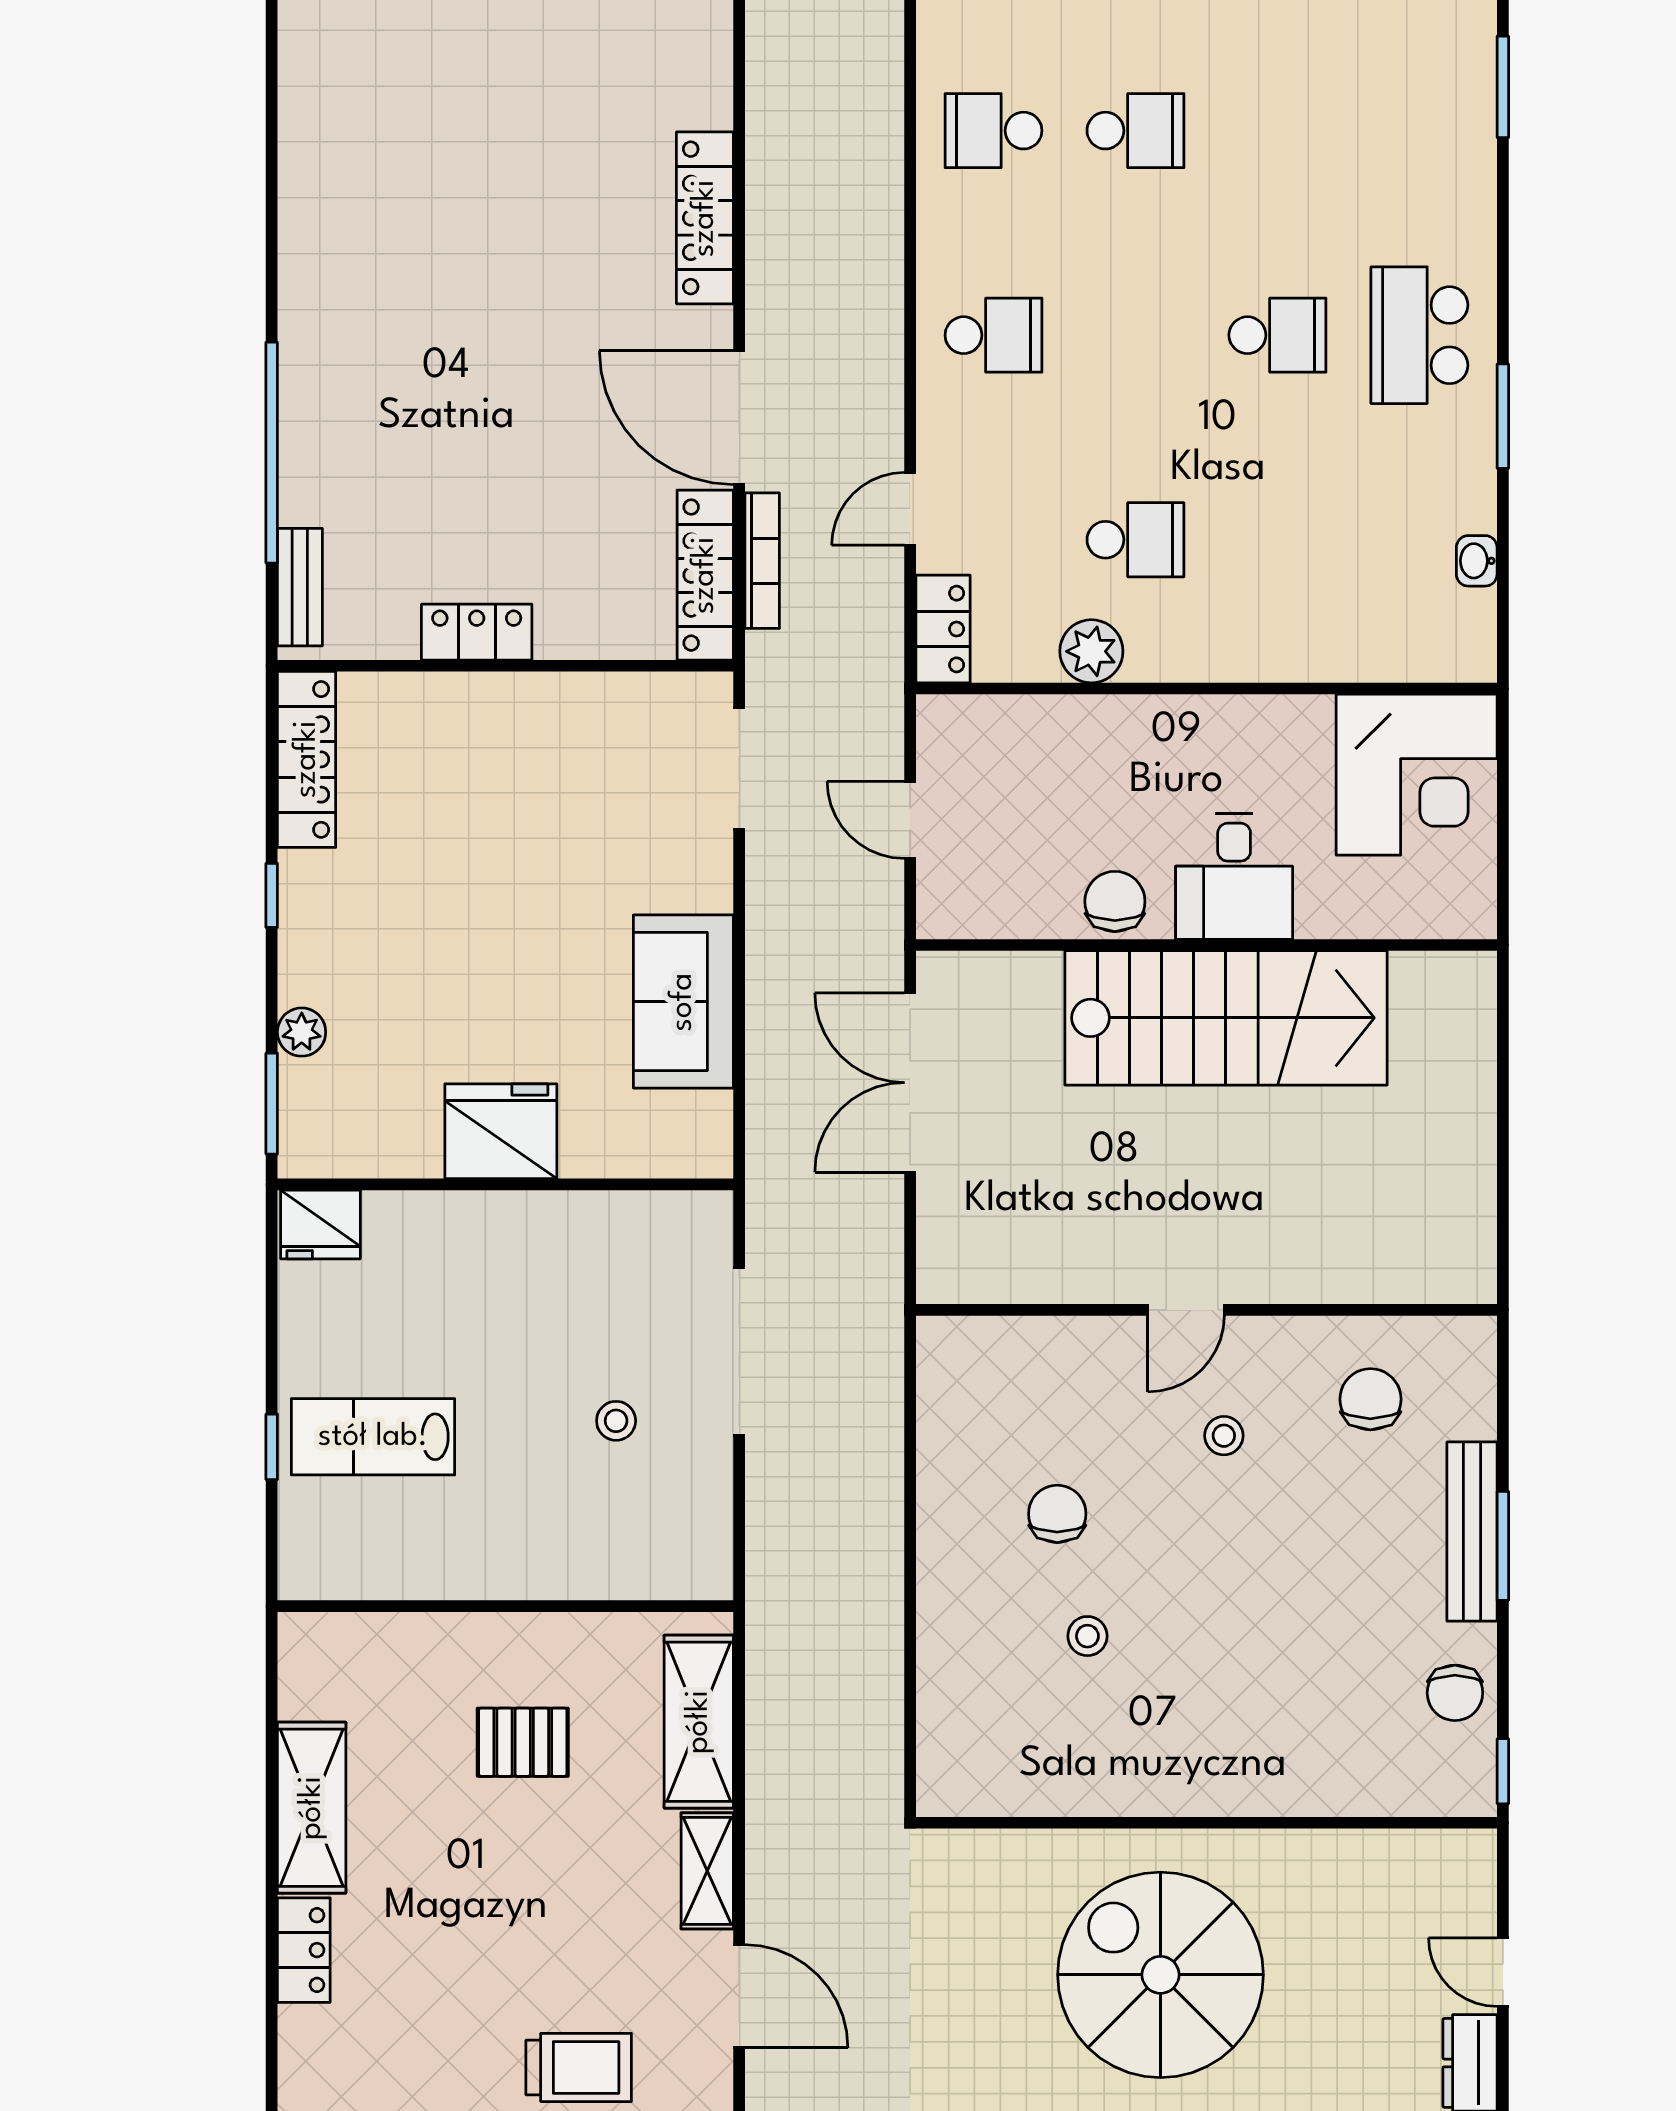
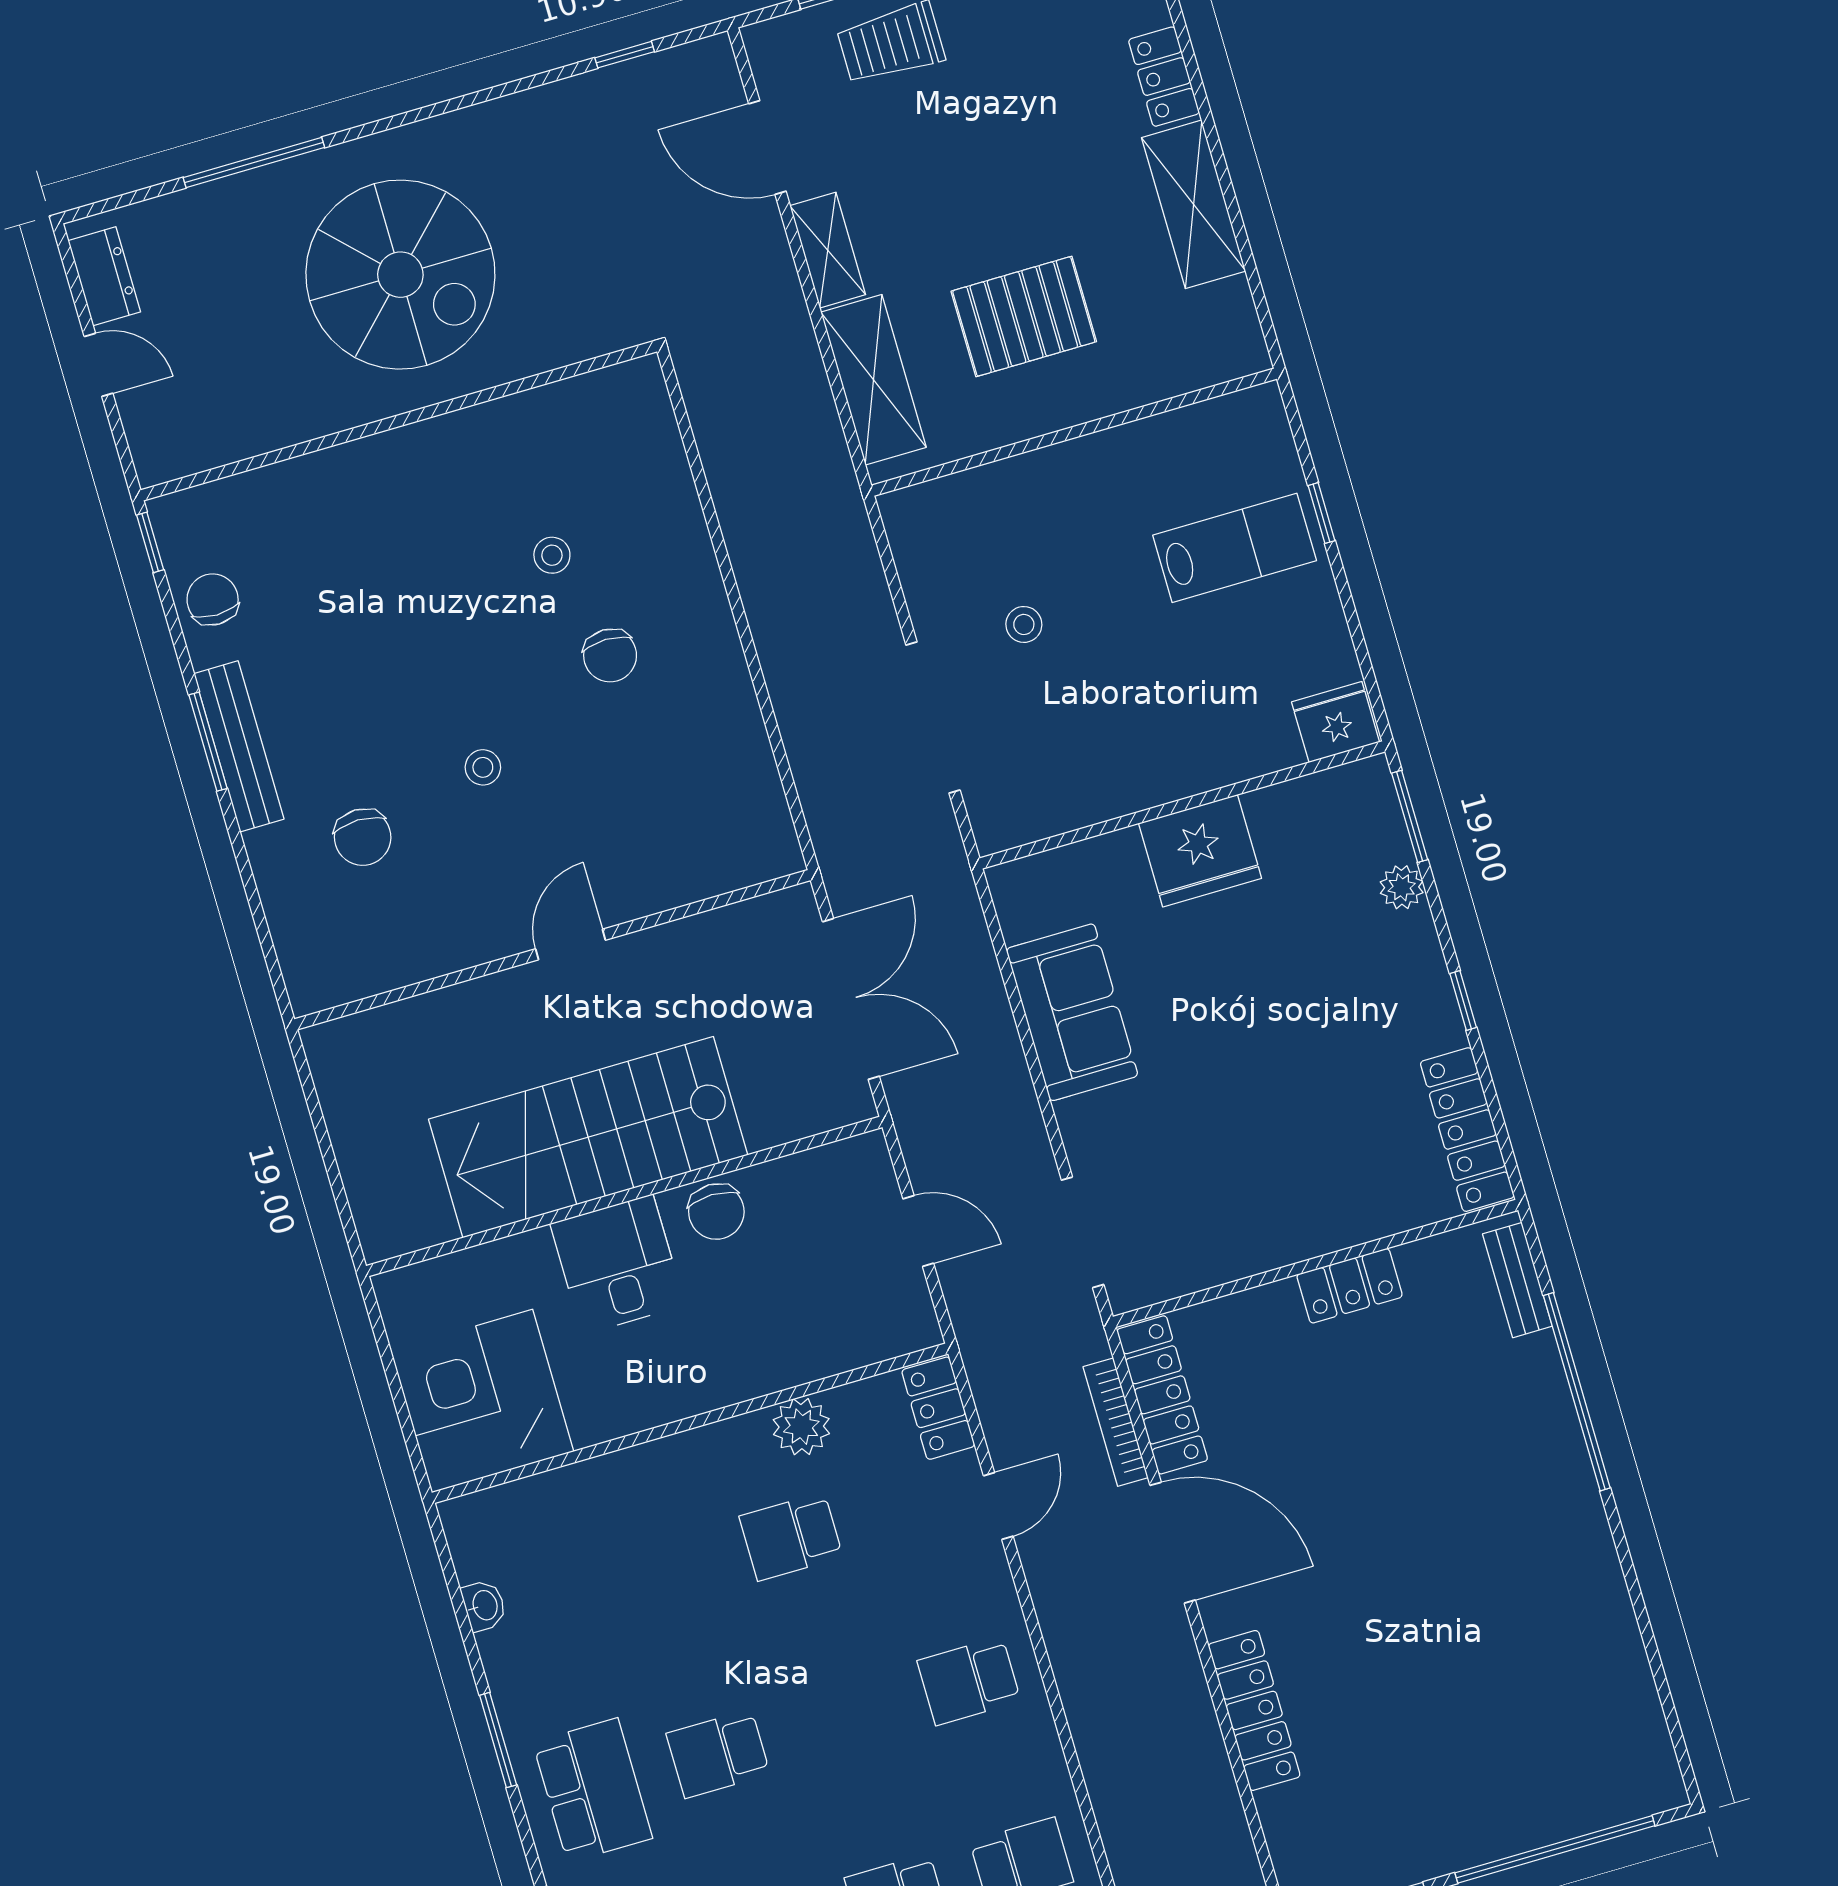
door: (1186, 1310) -> (570, 944), moved
wall: (1206, 1310) -> (553, 950), moved
pallet: (523, 1742) -> (1024, 316), width x1.50, depth x1.42

